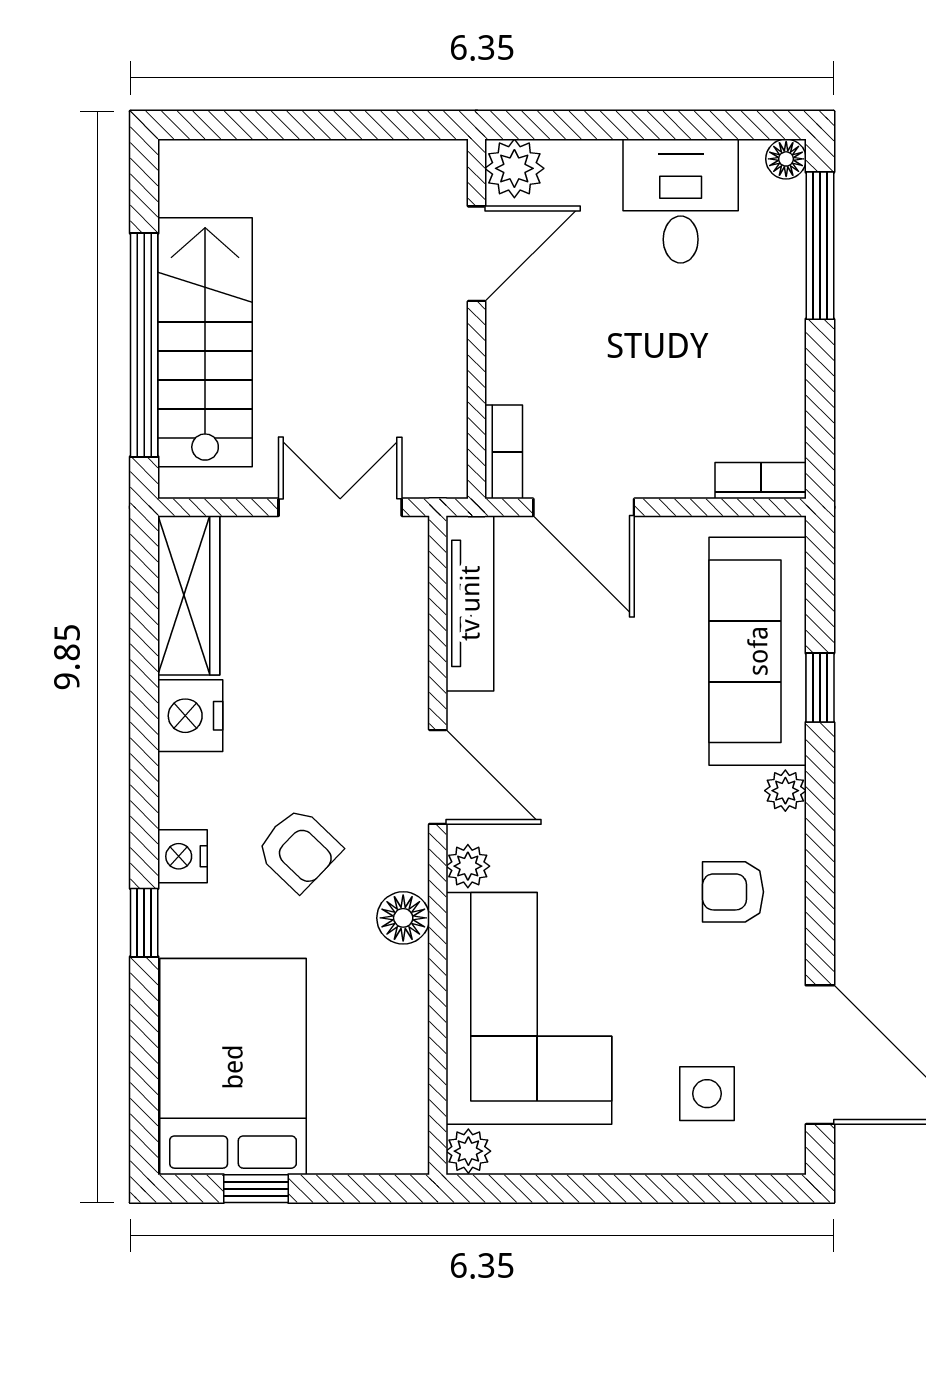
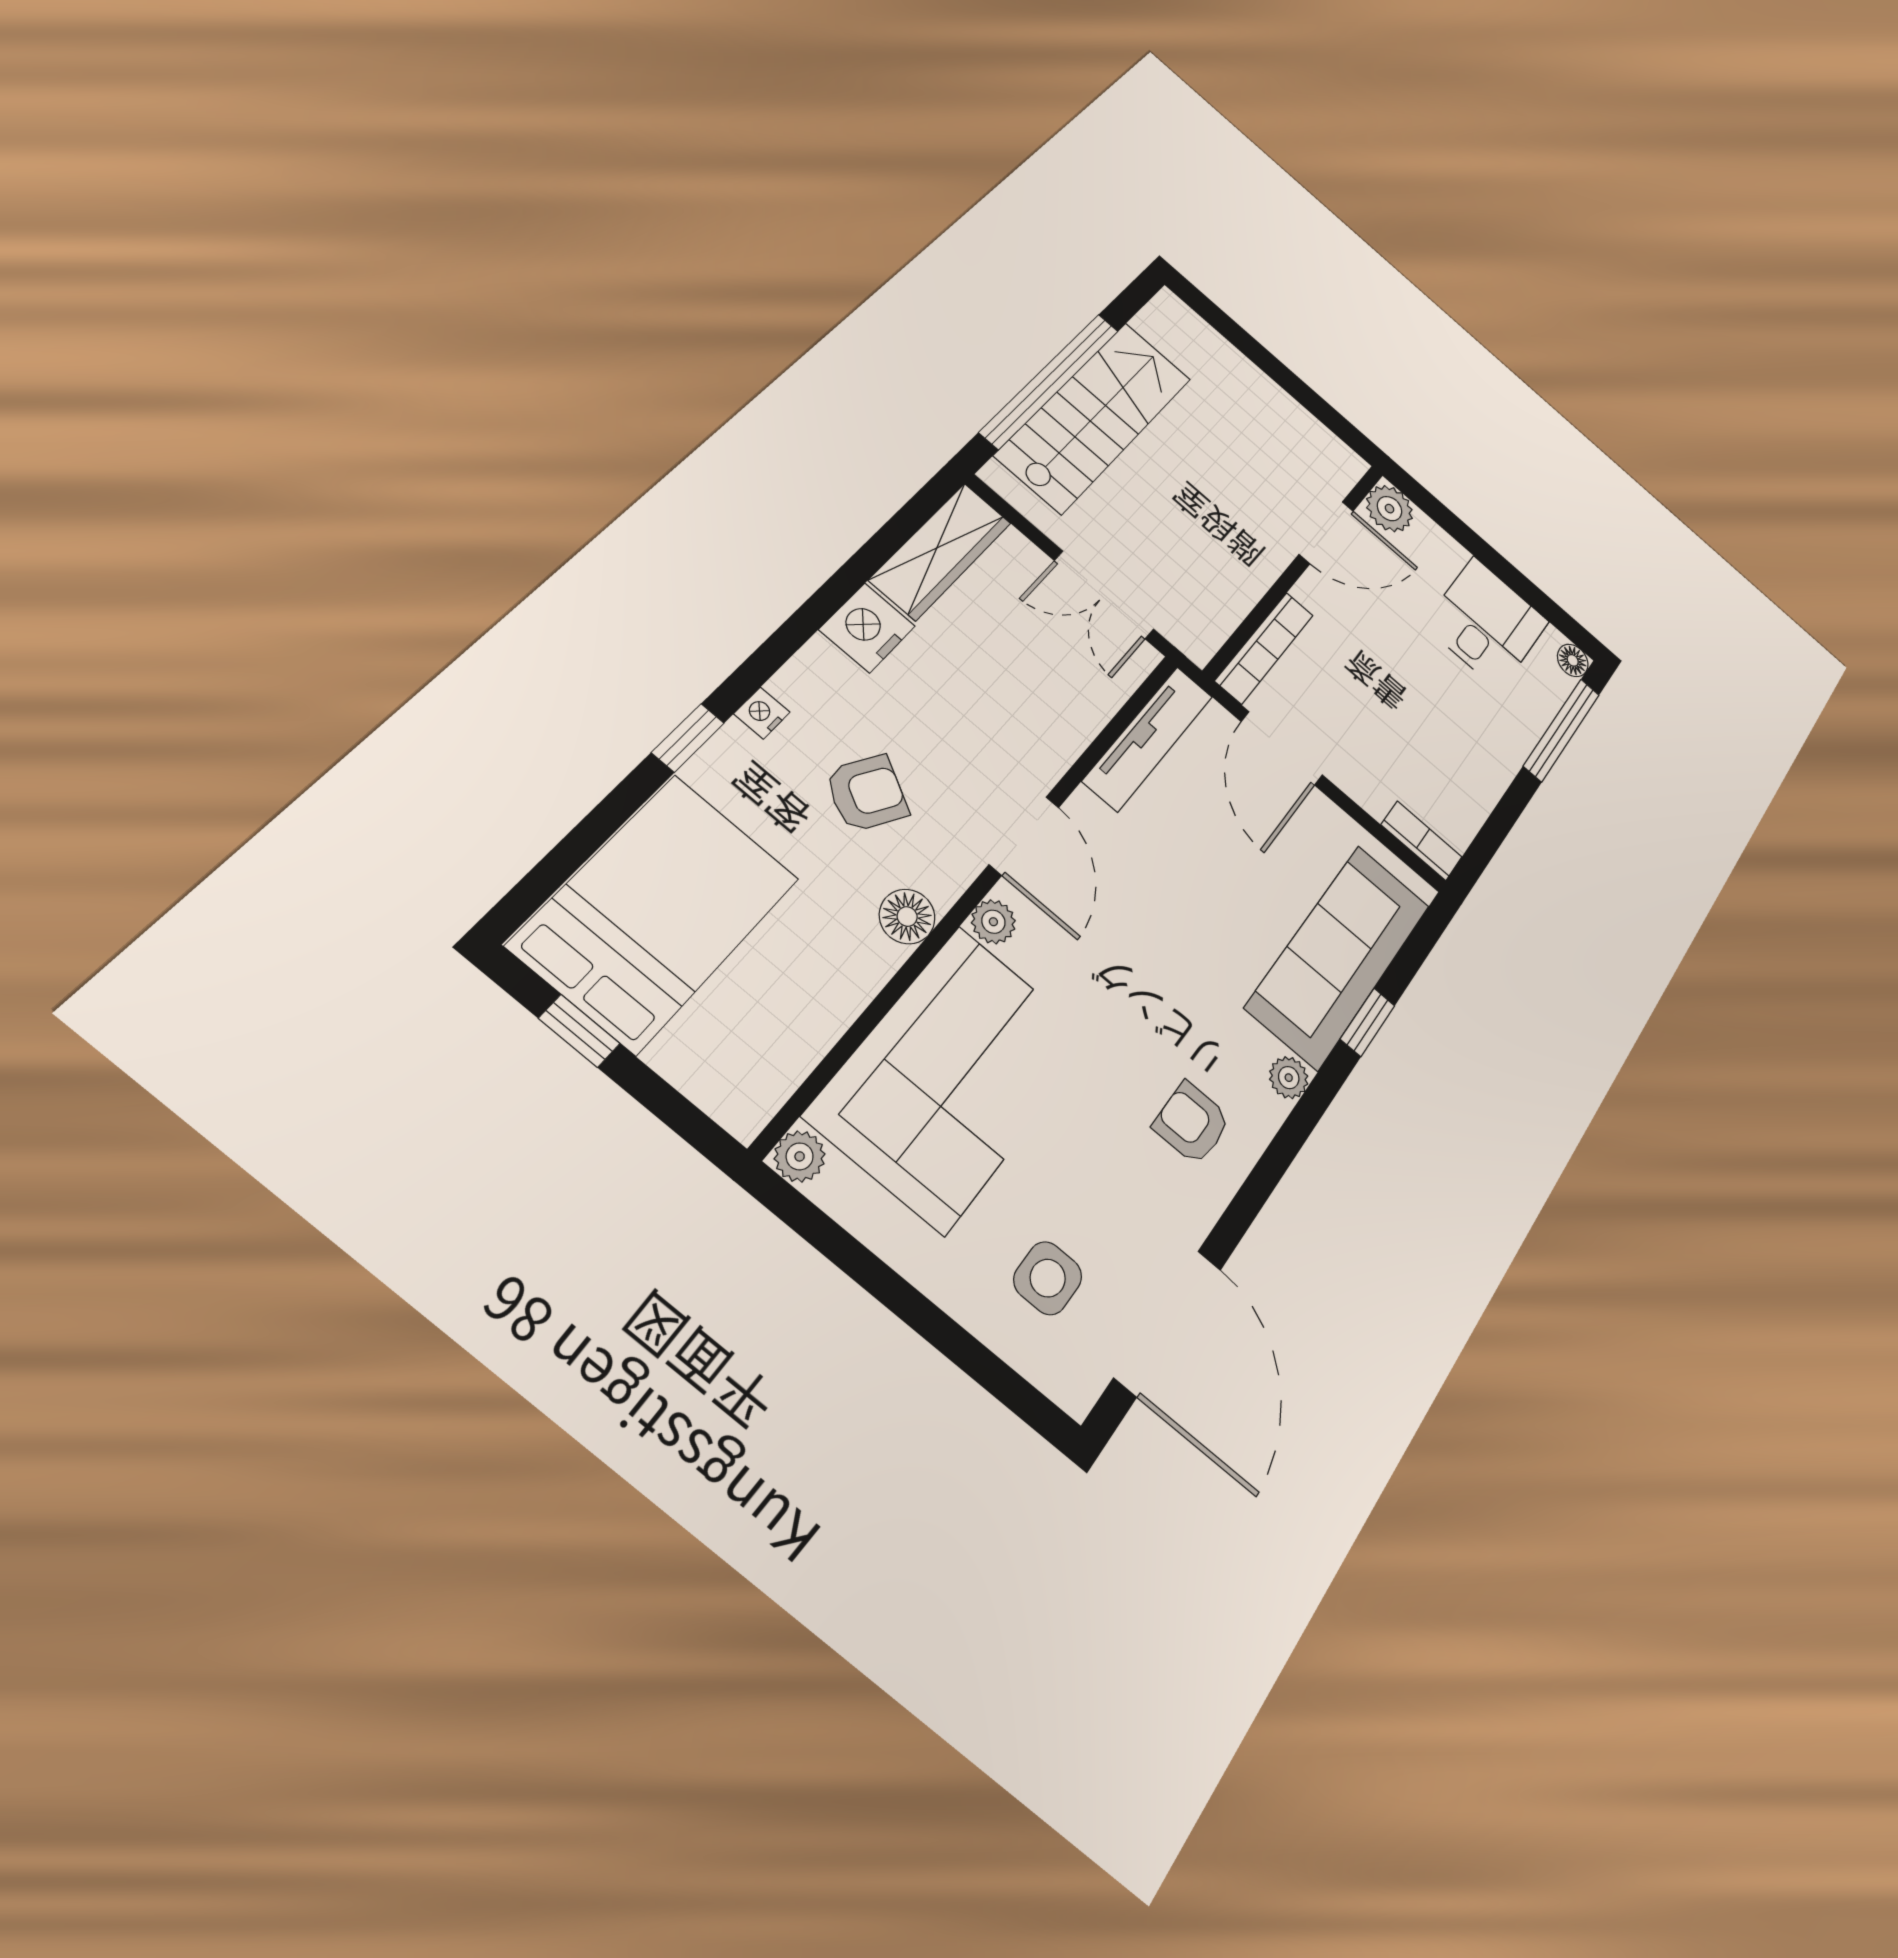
bookcase: (504, 452) -> (1264, 648), width x1.56
double door: (340, 507) -> (1104, 595), swing flipped
armchair: (299, 849) -> (867, 793), turned -104
nightstand: (183, 856) -> (762, 713), width x0.72, depth x0.74

